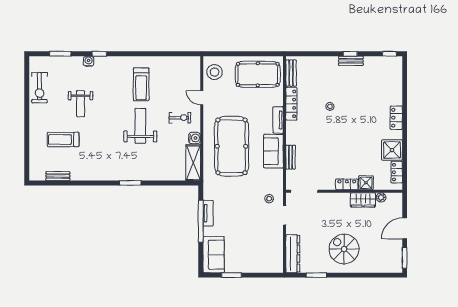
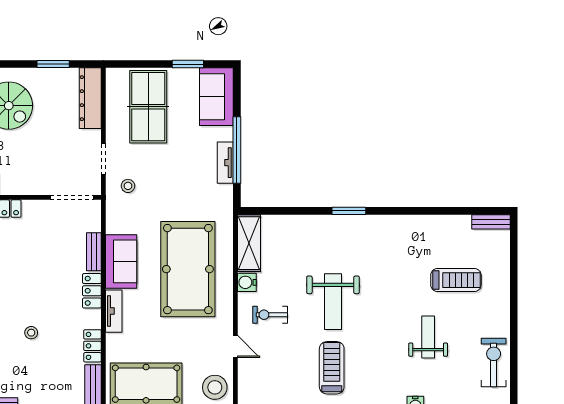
locker: (291, 104) -> (92, 346), width x0.66
locker: (292, 133) -> (92, 291), added
bench: (58, 176) -> (491, 222), moved
table tennis table: (256, 248) -> (148, 107), added

